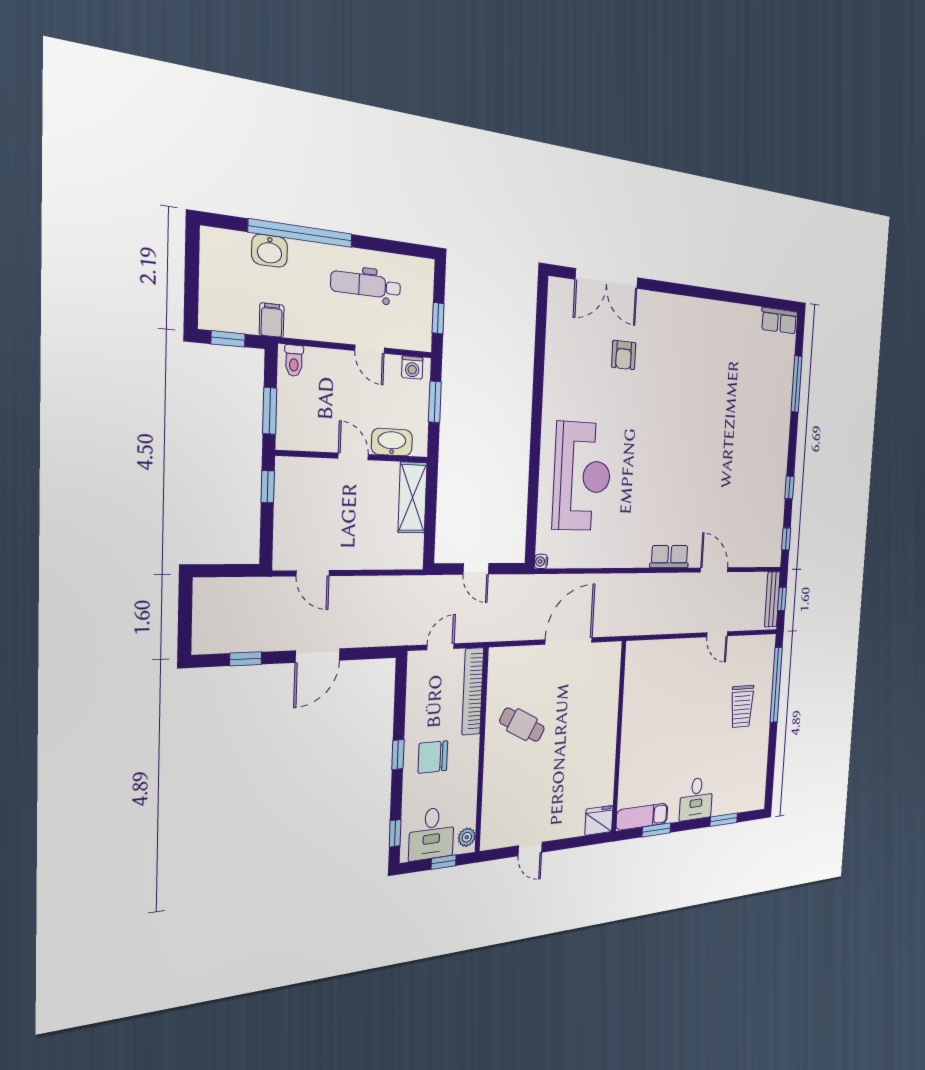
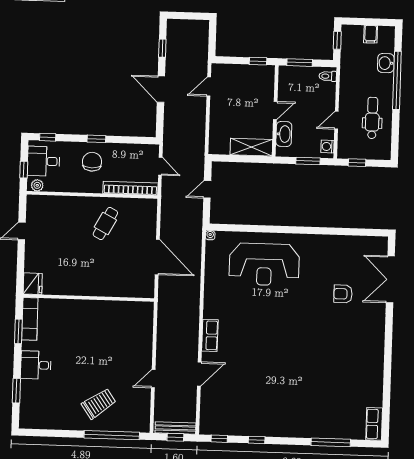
filing cabinet: (272, 320) -> (371, 34), moved, turned 90
trolley: (742, 706) -> (99, 404), turned 145

